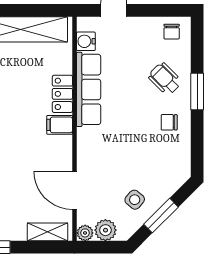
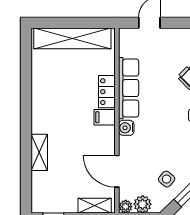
water cooler: (86, 41) -> (126, 128), moved

